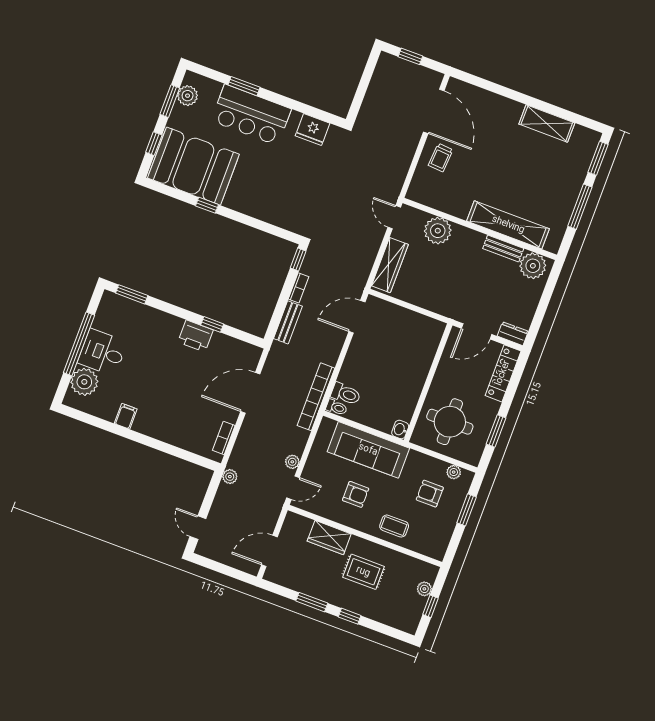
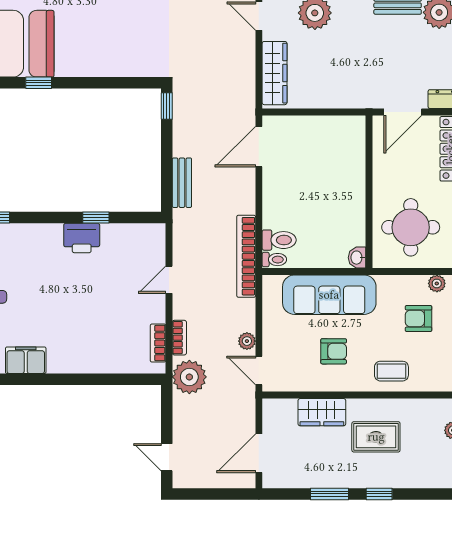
bookcase: (299, 288) -> (179, 338), moved
door: (250, 393) -> (169, 280), width x0.53
filing cabinet: (126, 416) -> (26, 360), width x2.00
plant: (230, 477) -> (189, 377), width x1.87, depth x1.87
door: (293, 488) -> (259, 370), swing flipped

